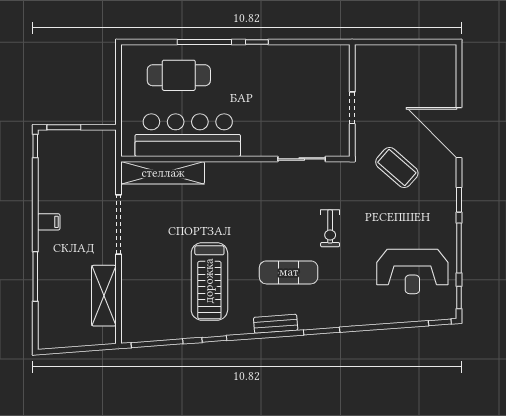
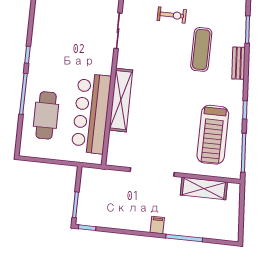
shelving: (163, 173) -> (121, 100), moved
filing cabinet: (49, 222) -> (157, 225), moved
treadmill: (209, 281) -> (213, 135), moved, turned 90

